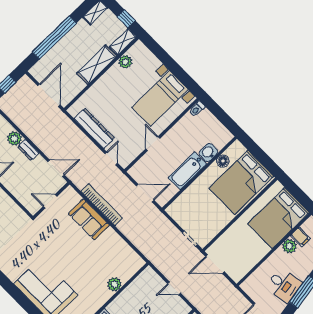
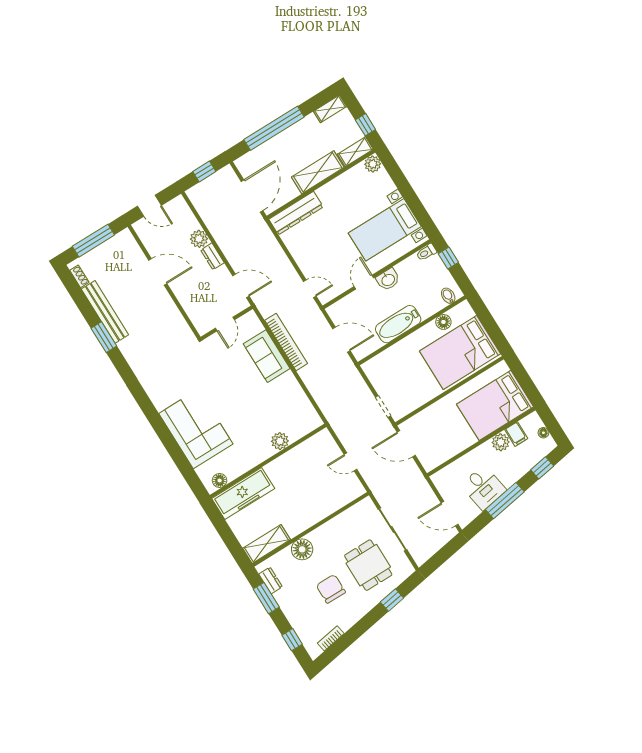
plant: (125, 62) -> (373, 164), moved
window: (215, 109) -> (448, 258), added
dresser: (94, 128) -> (296, 213), moved, turned 90
bidet: (222, 139) -> (448, 296), added
washbasin: (208, 153) -> (388, 280), moved, turned 180
door: (111, 158) -> (310, 289), hinge flipped
door: (50, 201) -> (225, 324), swing flipped

